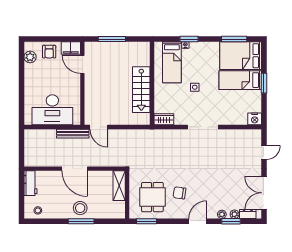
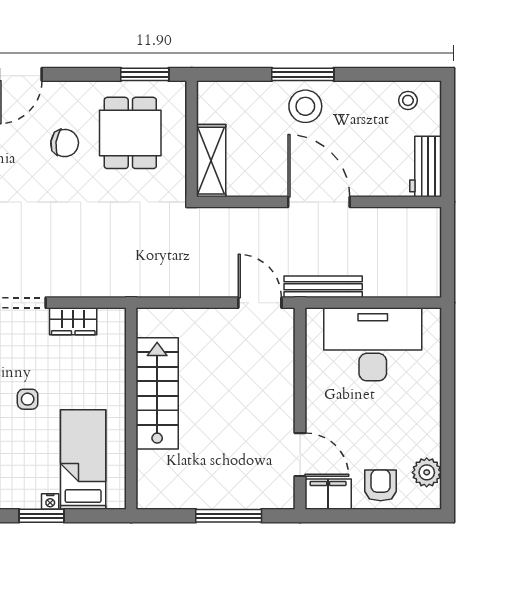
wardrobe: (164, 119) -> (73, 321), moved

